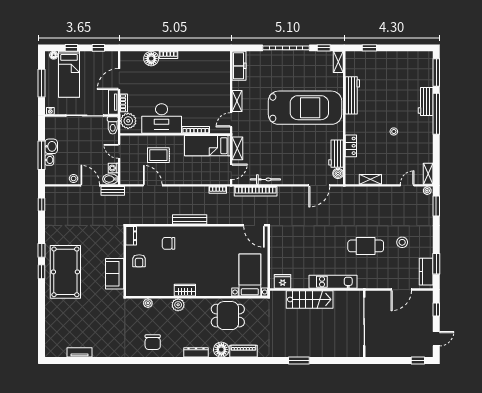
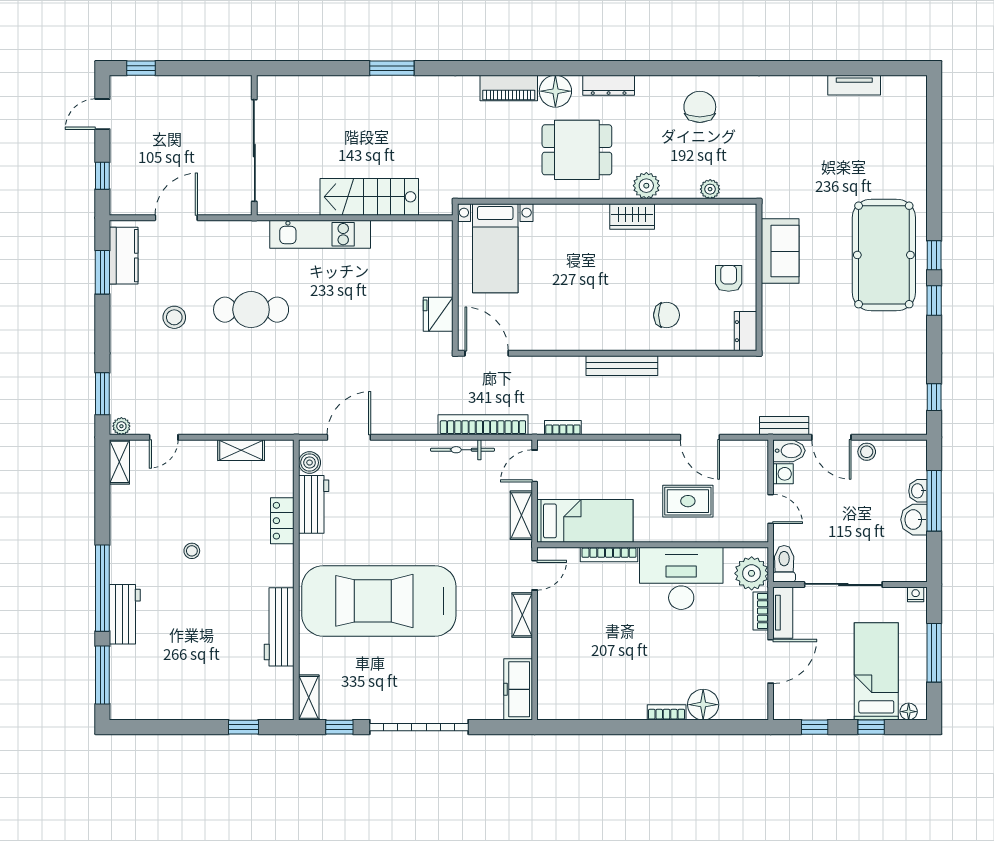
fridge: (283, 281) -> (438, 314), moved, turned 90
dining table: (228, 316) -> (577, 150), moved

